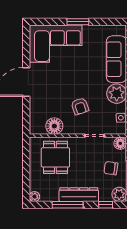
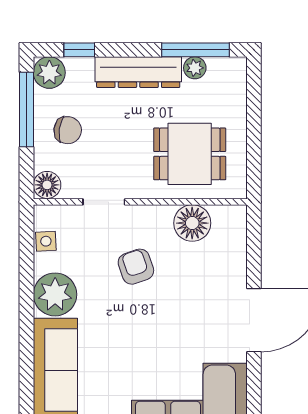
dining table: (55, 157) -> (190, 154), turned 90
plant: (34, 197) -> (195, 68), moved
window: (68, 205) -> (195, 50), moved

